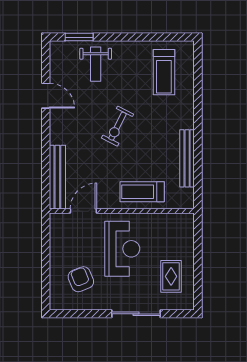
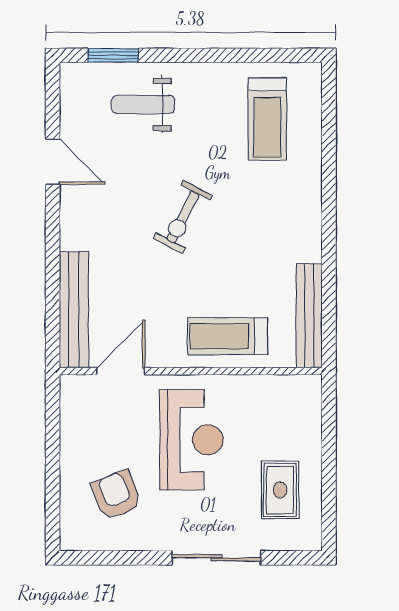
weight bench: (96, 64) -> (143, 104), turned 90
bench: (187, 158) -> (309, 316), moved

